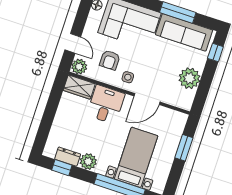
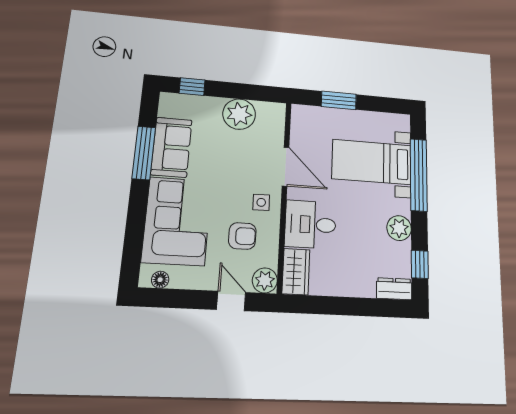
sofa: (184, 32) -> (171, 147), width x0.73
door: (73, 43) -> (231, 301), hinge flipped
dresser: (68, 157) -> (394, 289), moved, turned 90

